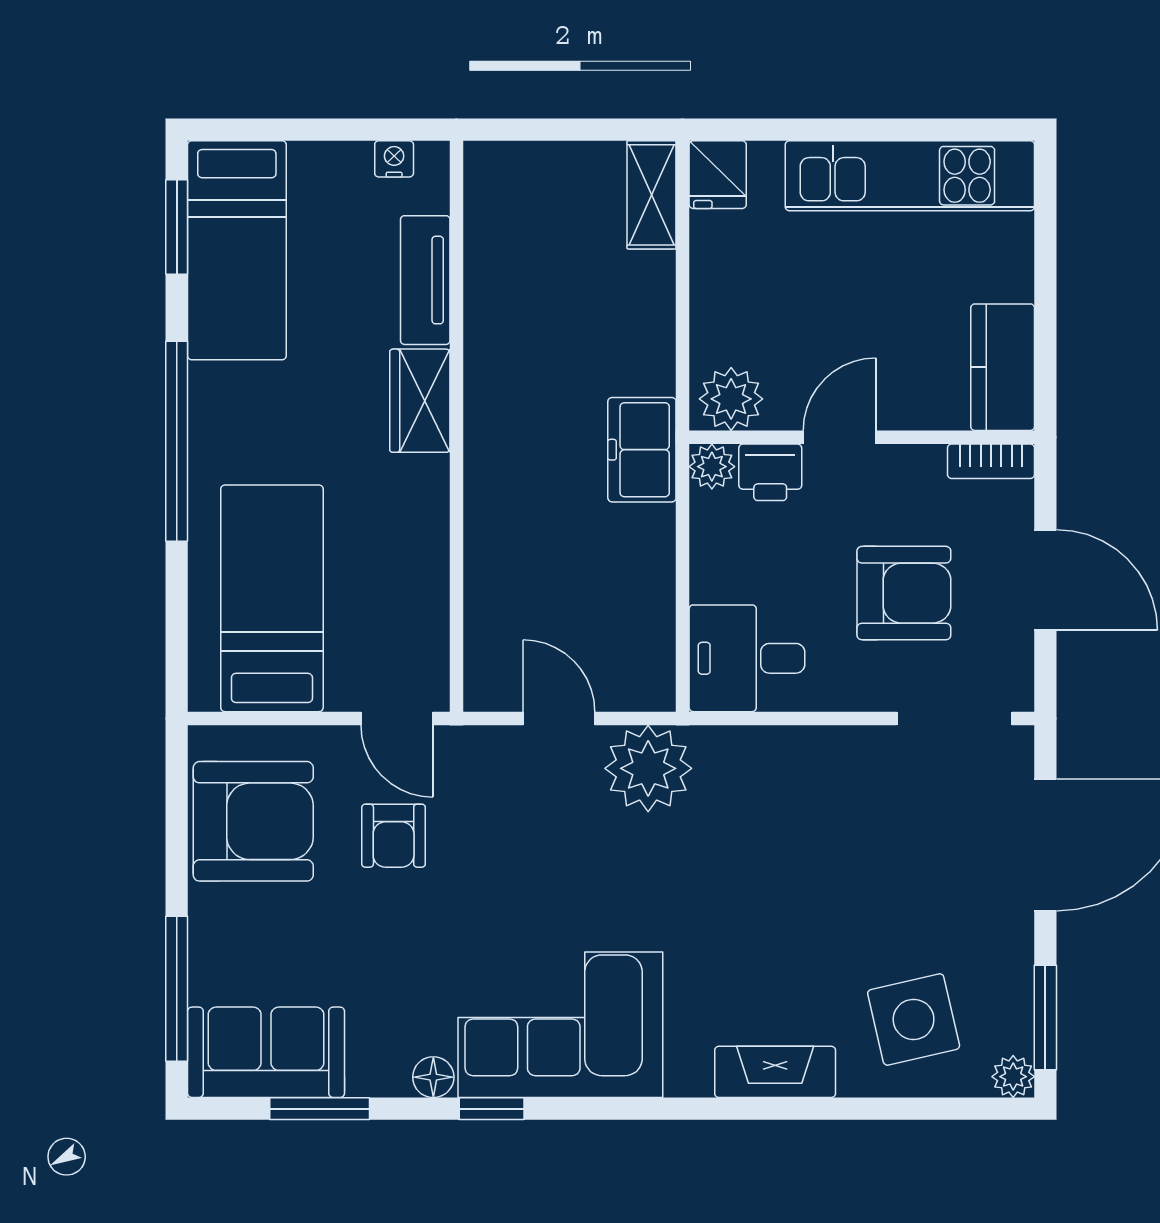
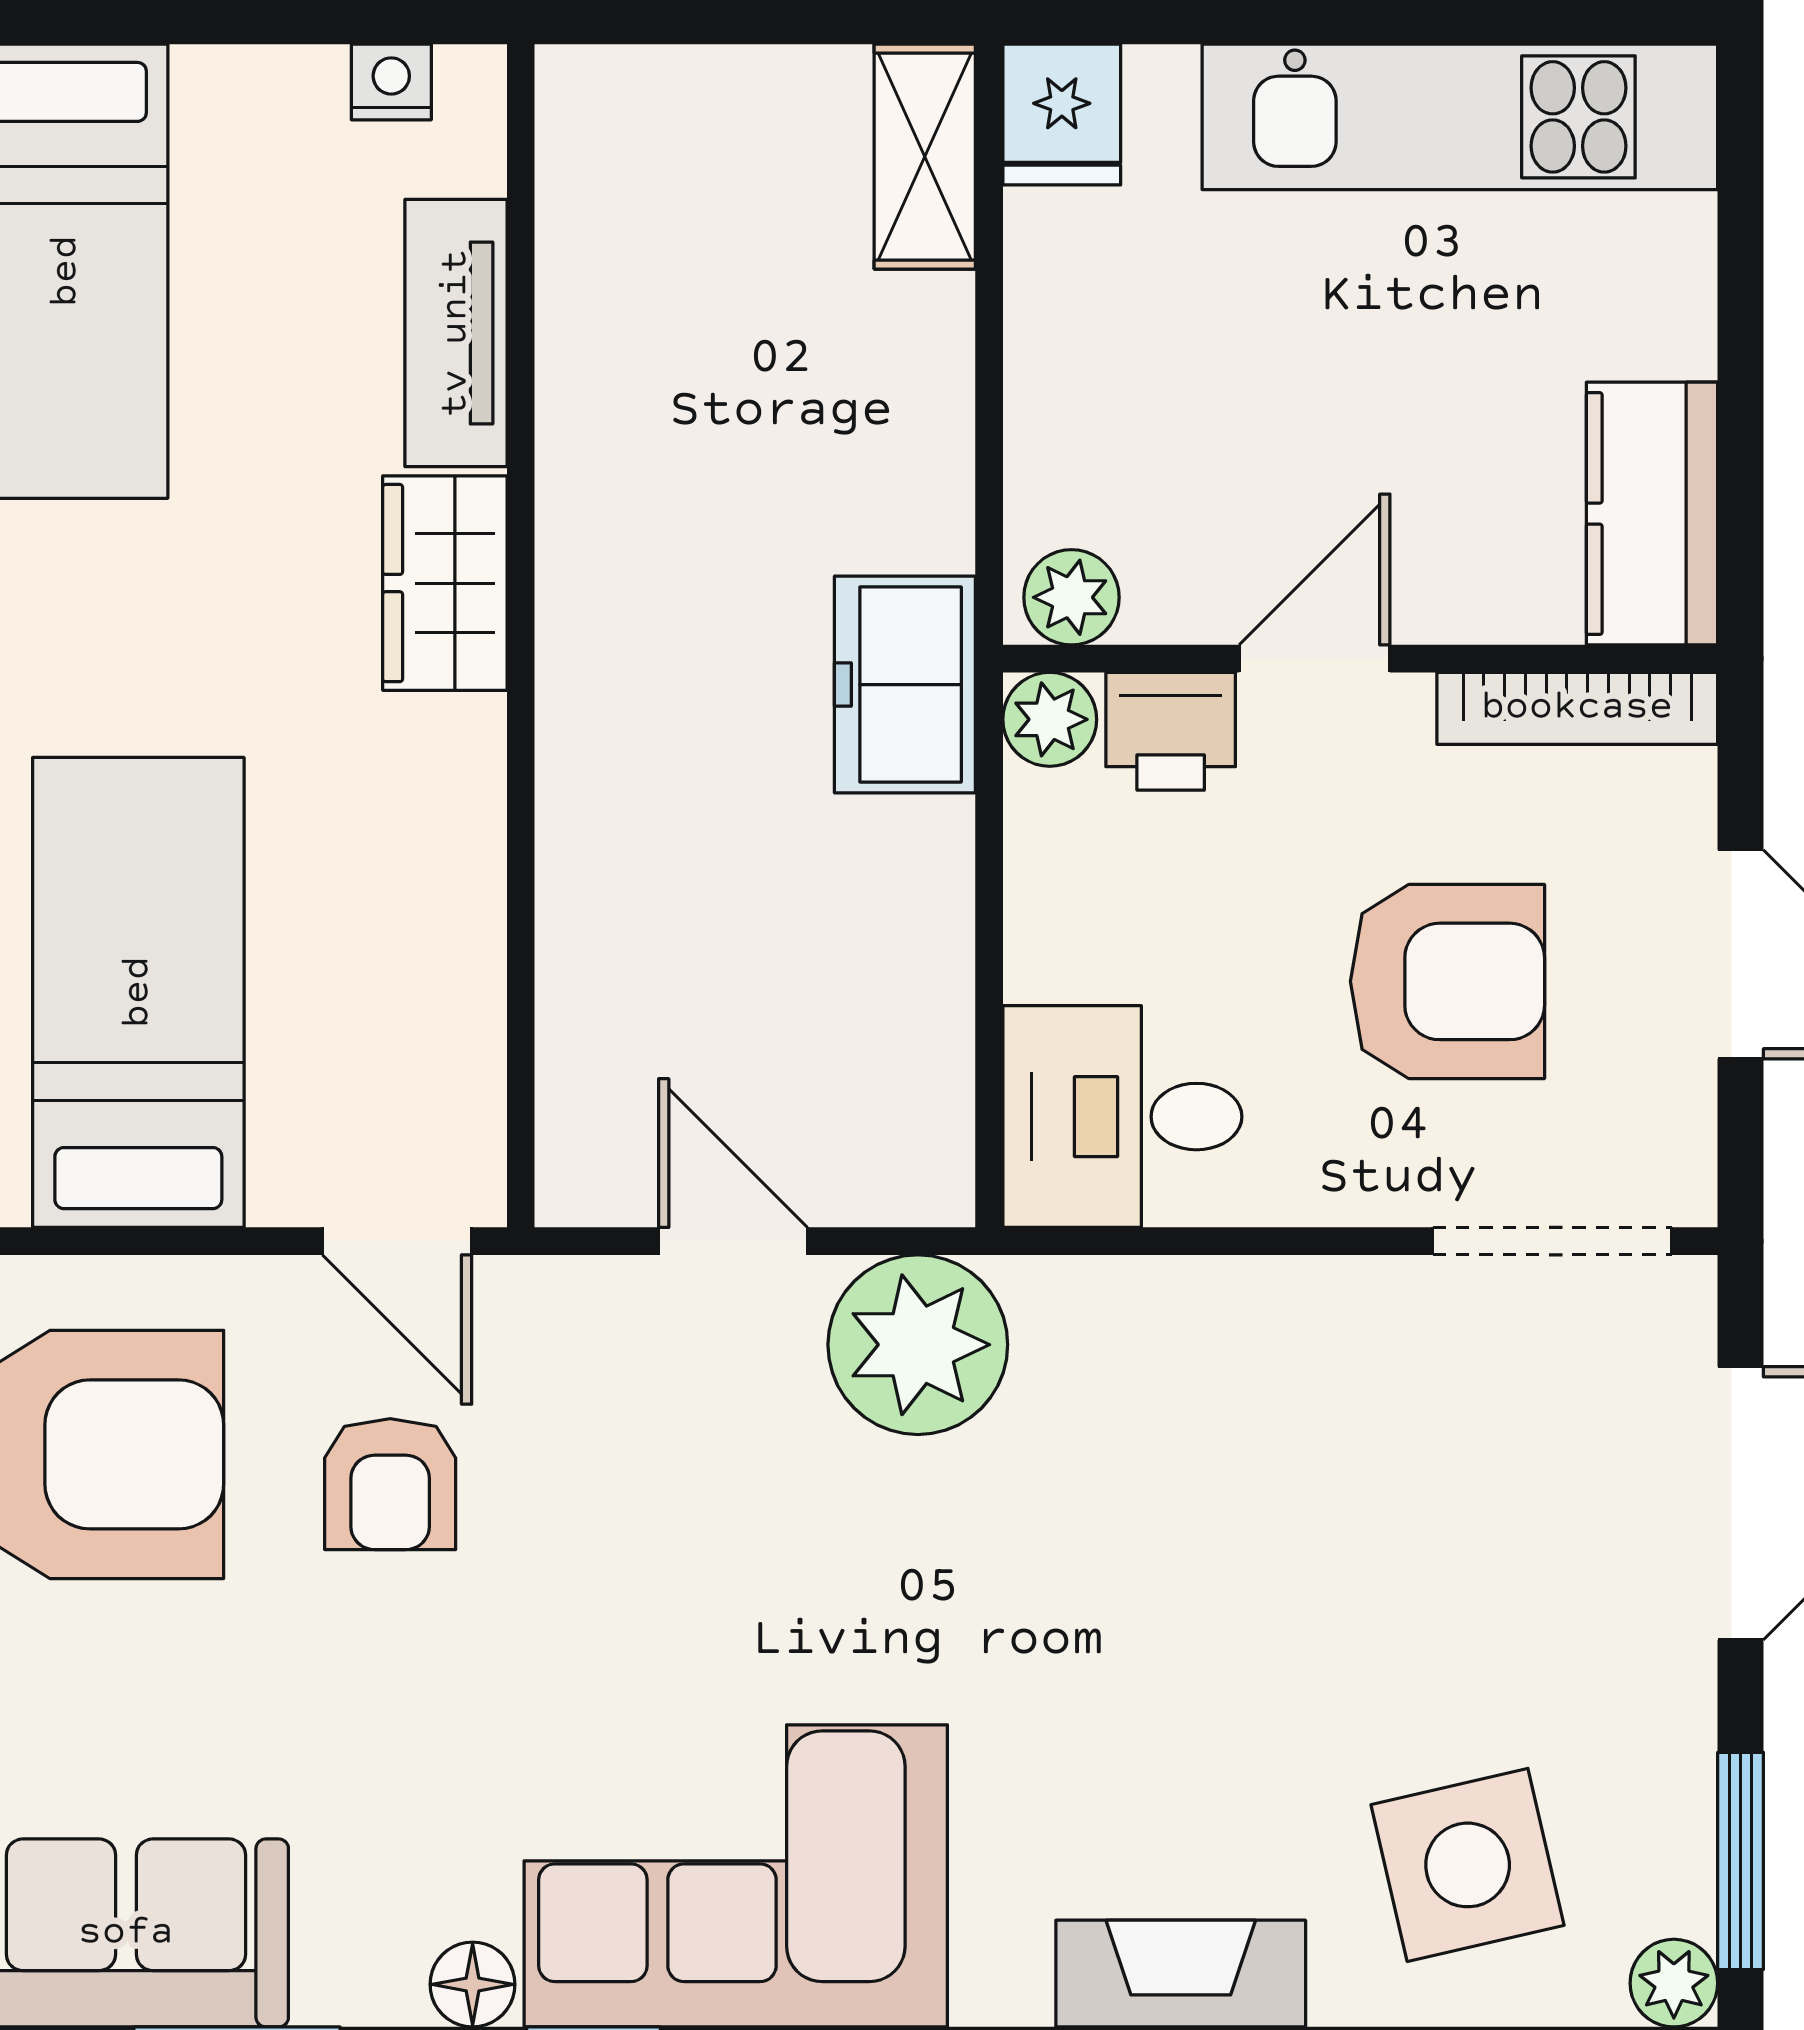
plant: (731, 399) -> (1071, 597), width x0.73, depth x0.73
bookcase: (991, 461) -> (1577, 708), width x1.56

